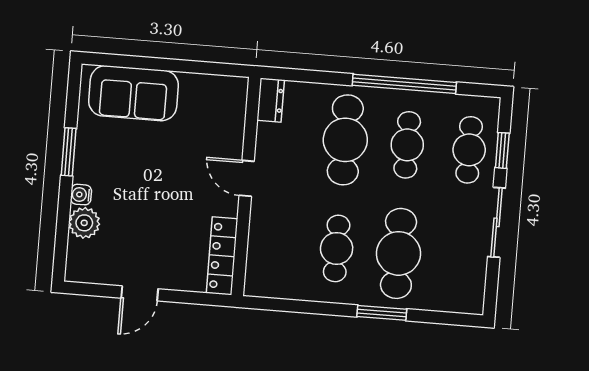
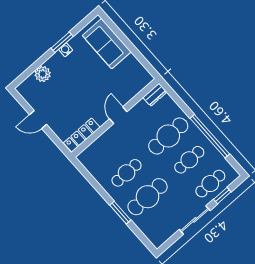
water cooler: (81, 195) -> (66, 50), moved

